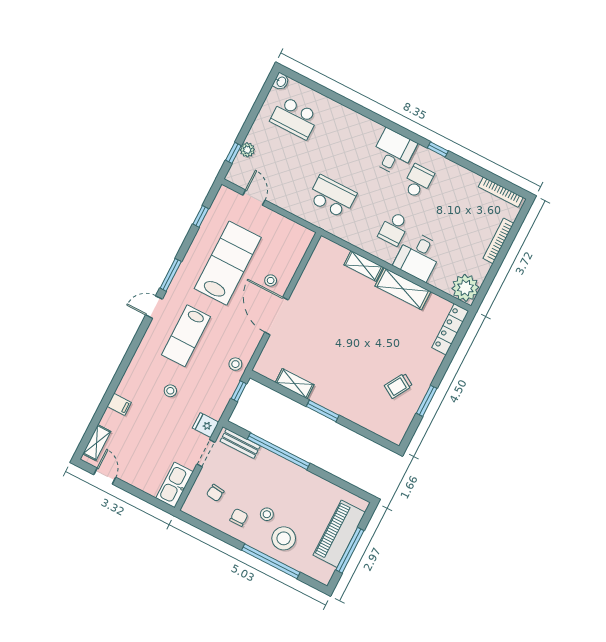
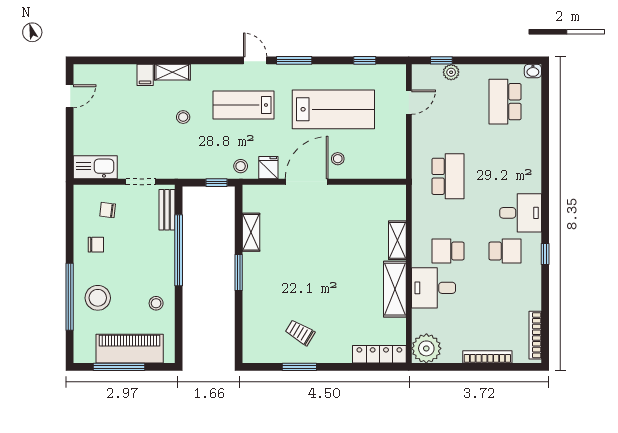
fridge: (206, 425) -> (268, 168), moved
shelving: (97, 443) -> (172, 72), moved
stool: (267, 514) -> (156, 303), moved

